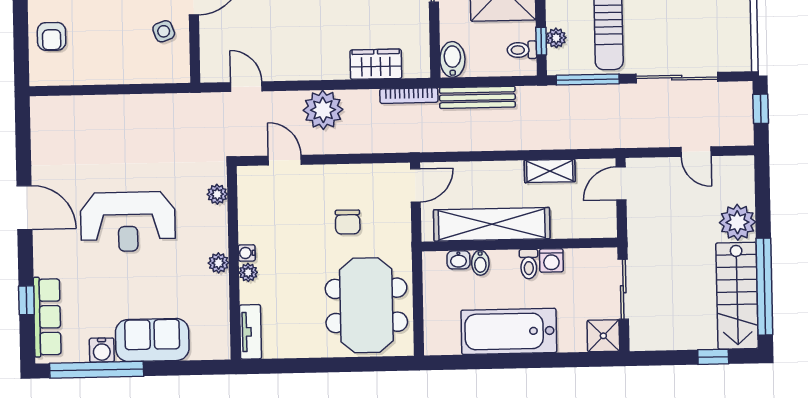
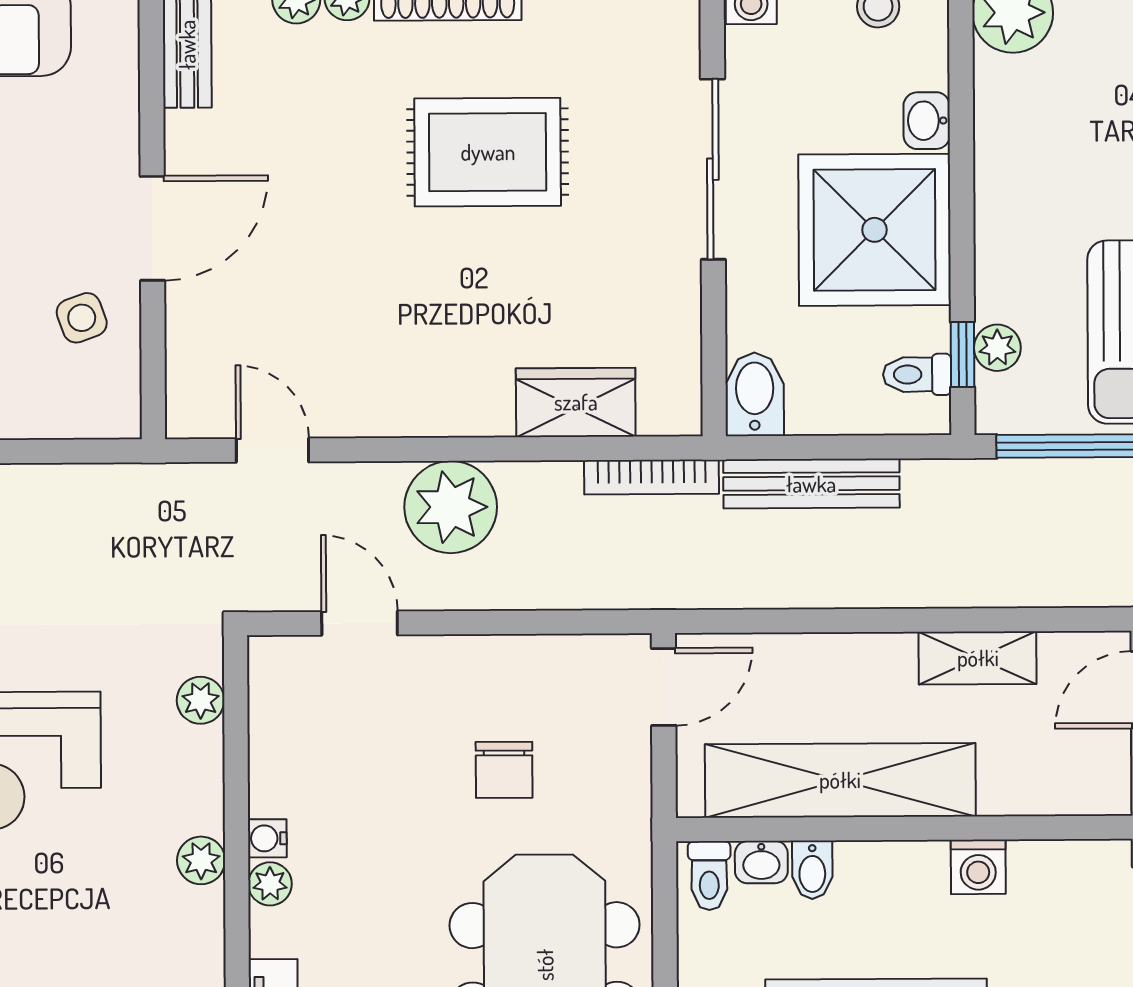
toilet: (529, 264) -> (709, 876), moved

